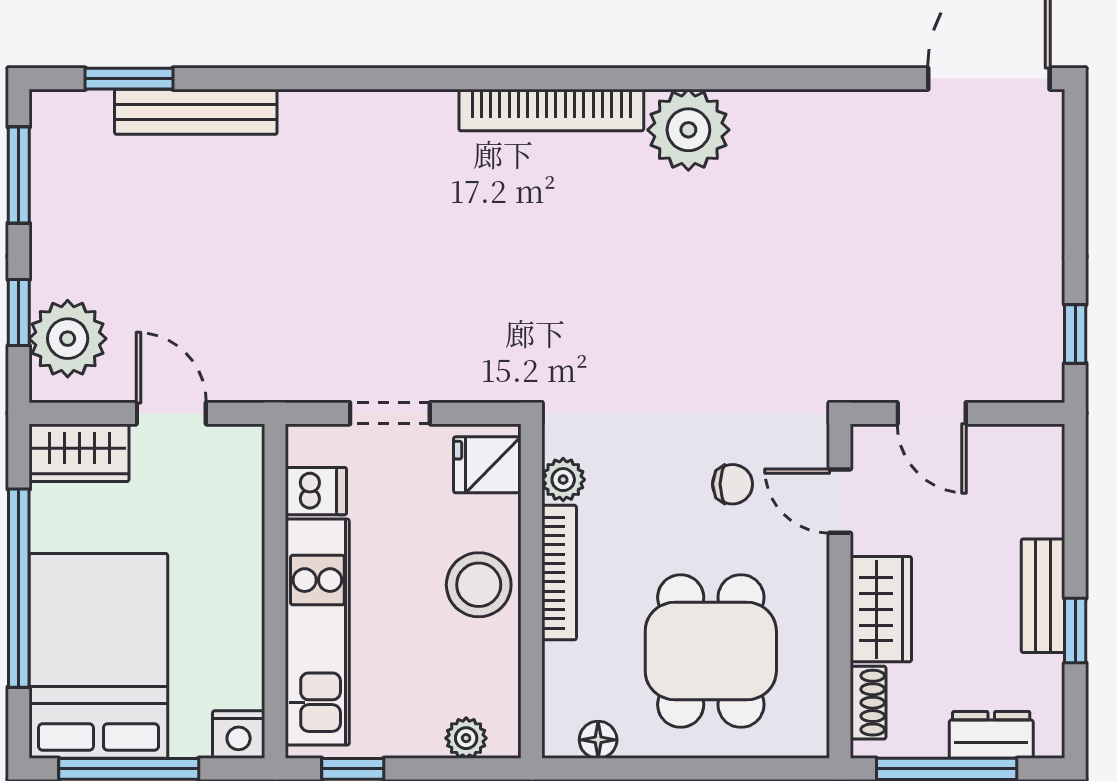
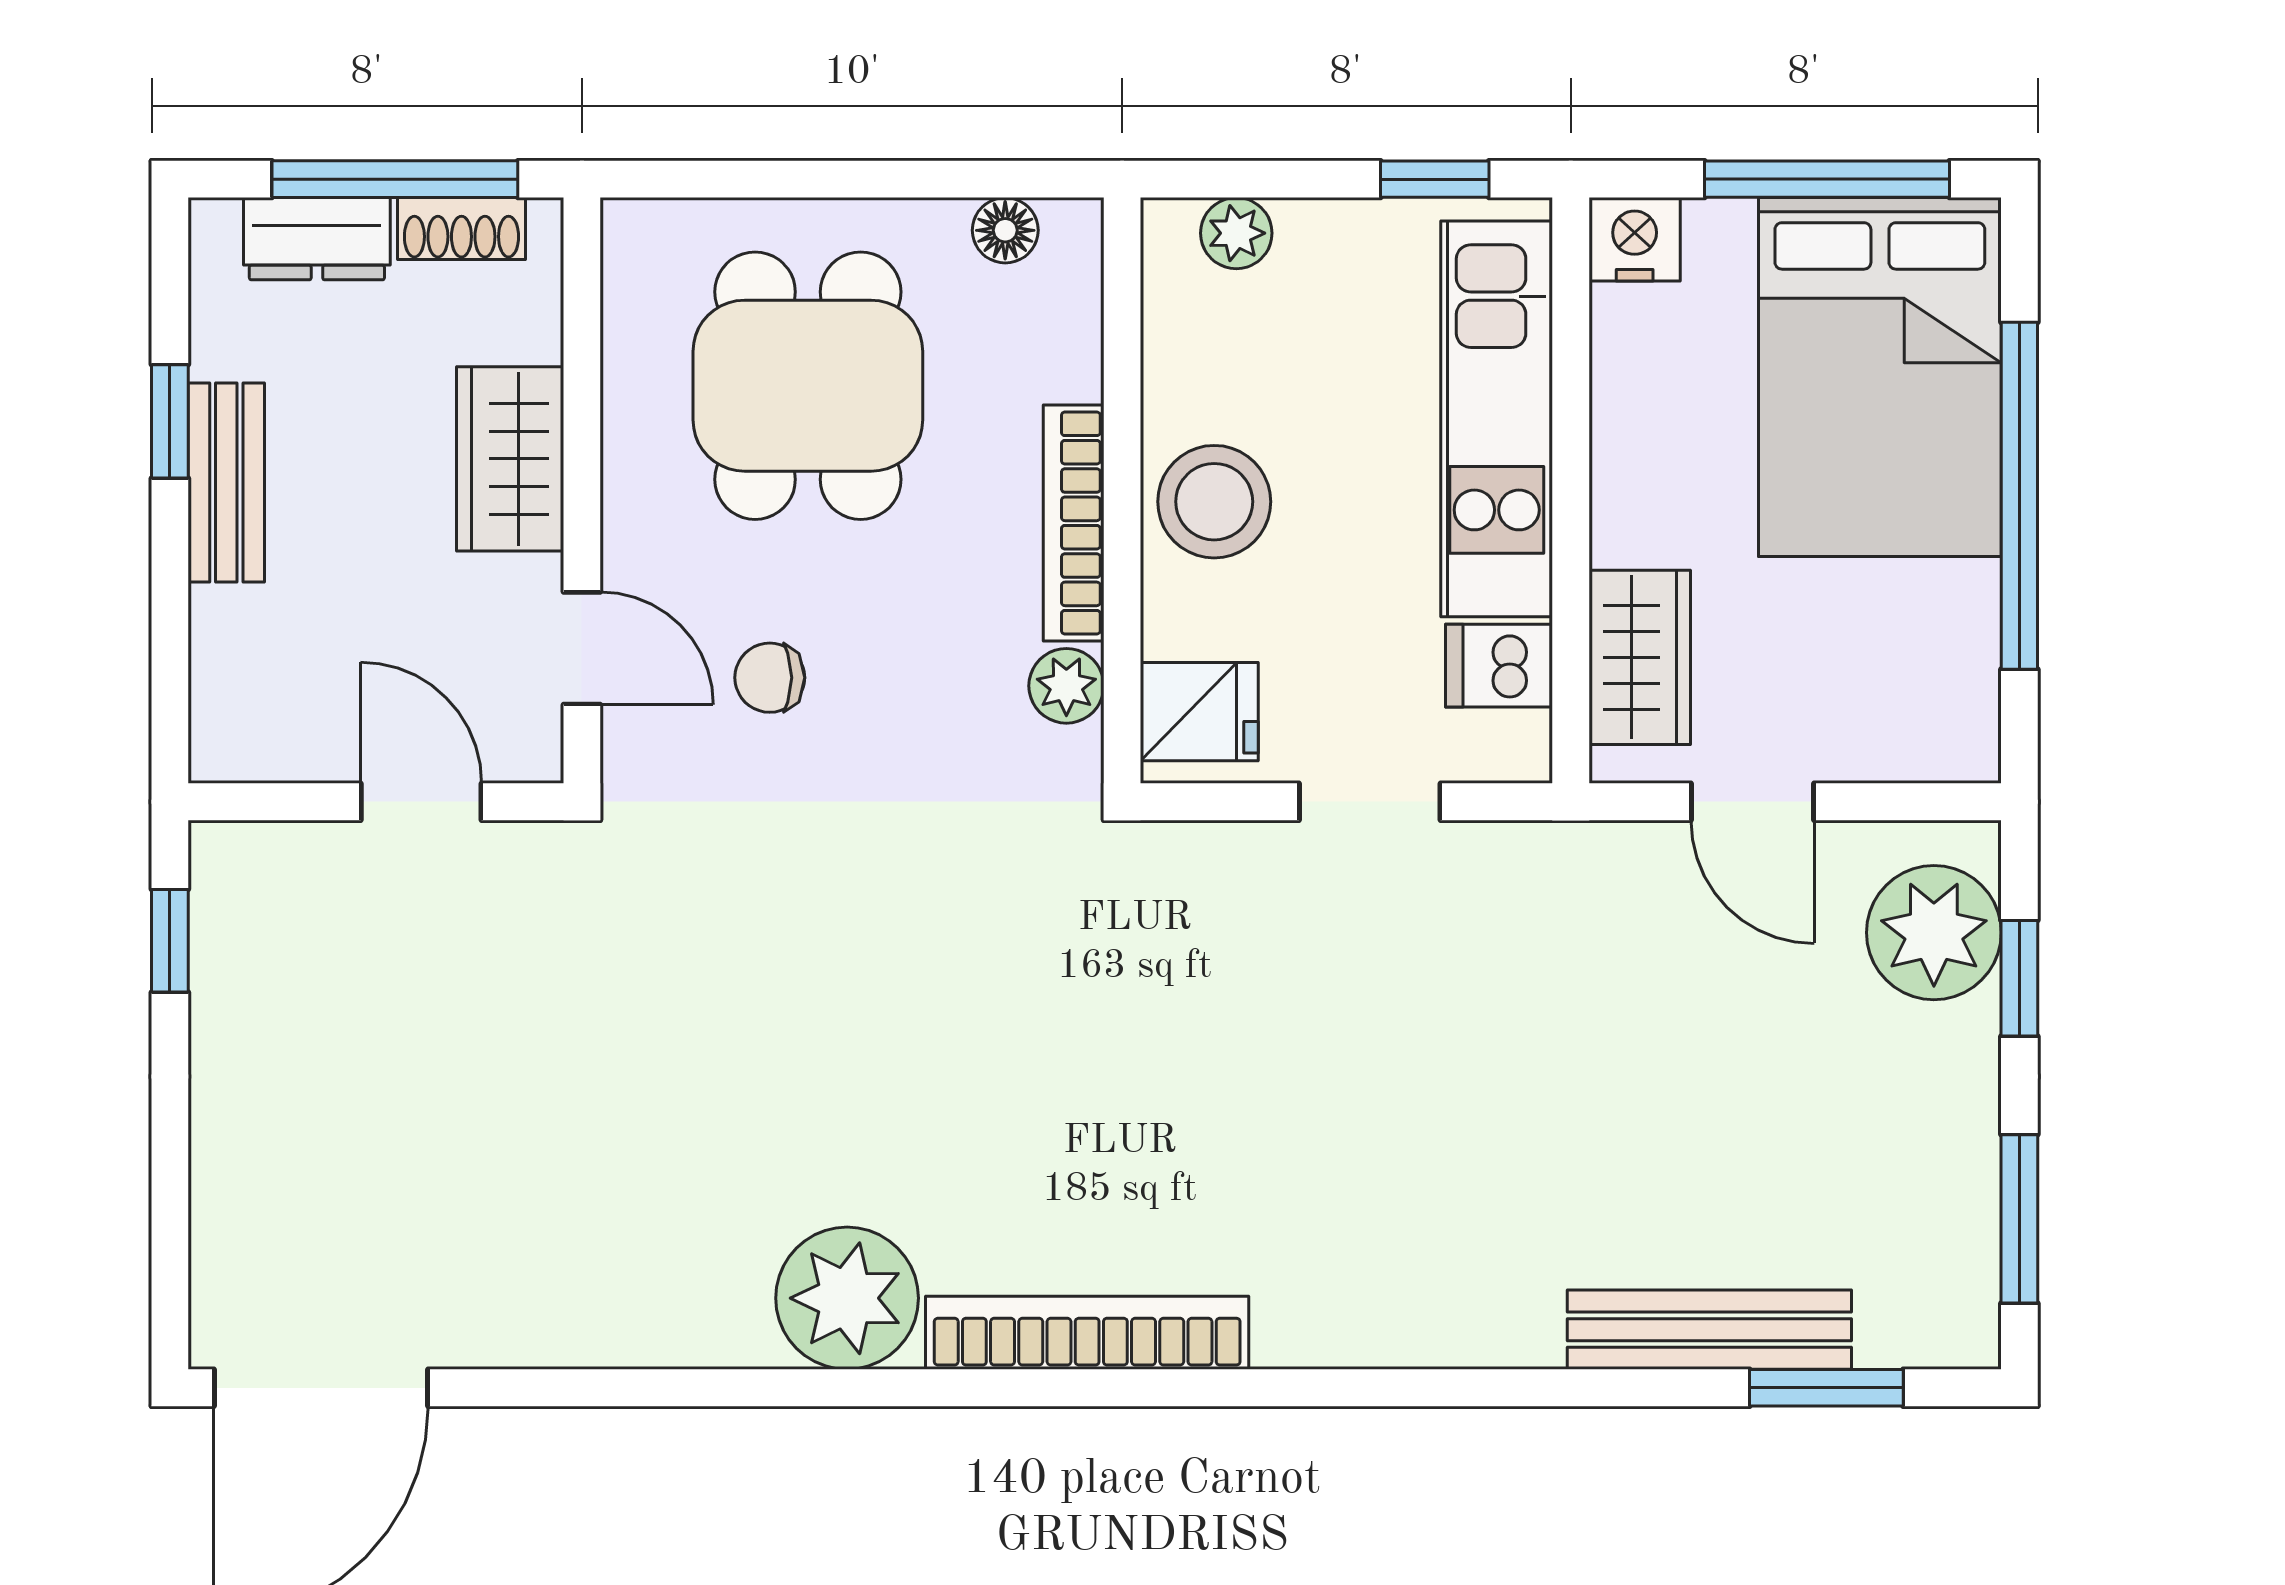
wardrobe: (79, 453) -> (1640, 657), moved, turned 90
shoe rack: (868, 703) -> (461, 229), moved, turned -90

